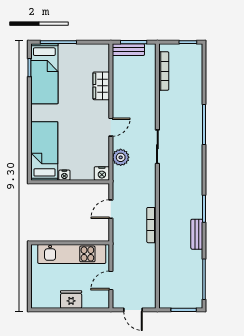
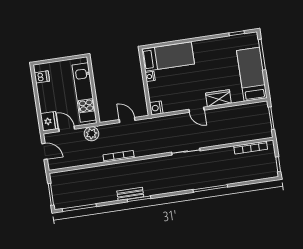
bench: (128, 50) -> (264, 115), removed
bed: (44, 74) -> (252, 74), moved, turned 90
wardrobe: (101, 86) -> (218, 98), moved
plant: (121, 157) -> (91, 134), moved
bench: (197, 234) -> (130, 194), moved
fridge: (71, 299) -> (49, 121), moved
dishwasher: (46, 300) -> (42, 77), added
door: (133, 310) -> (45, 151), swing flipped

